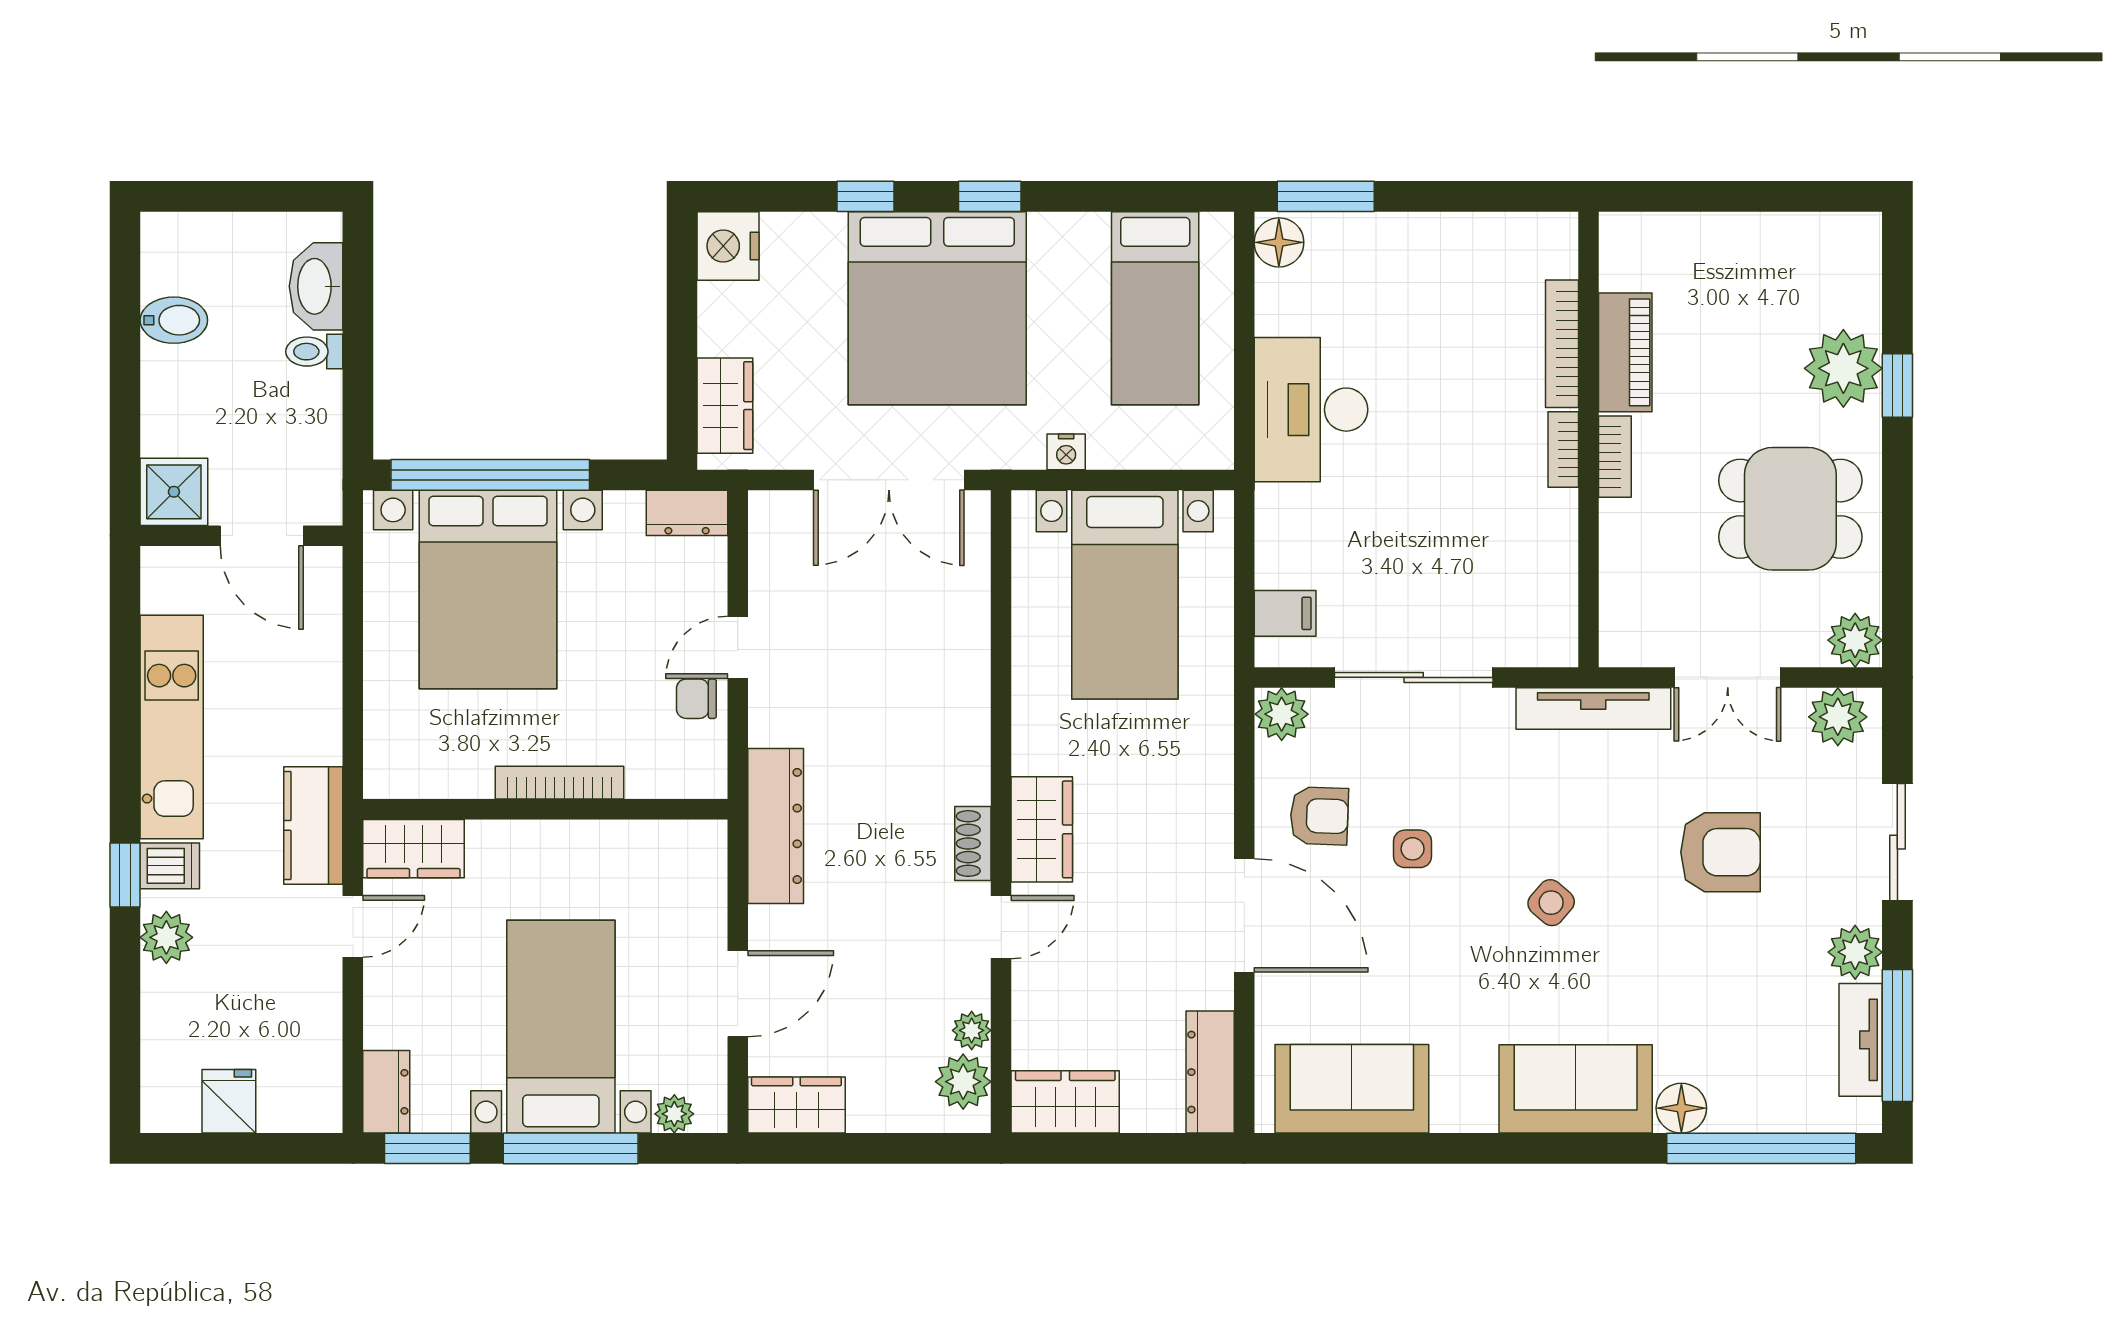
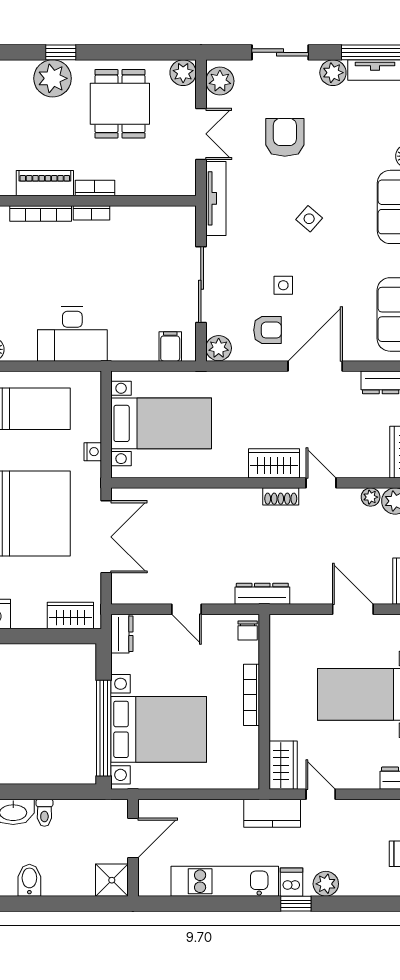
chair: (696, 699) -> (248, 630), moved
armchair: (1319, 816) -> (267, 330), turned 88
dresser: (776, 826) -> (262, 594), width x0.73, depth x0.80

